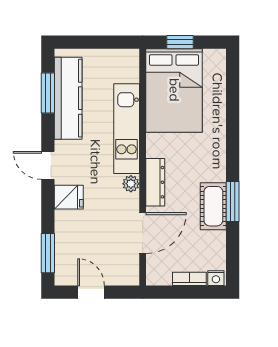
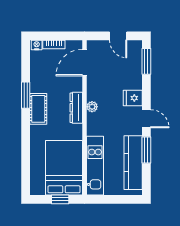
window: (48, 93) -> (146, 150), moved
kitchen unit: (127, 129) -> (95, 166), moved
cot: (213, 206) -> (38, 109), moved
door: (143, 233) -> (85, 63), moved

